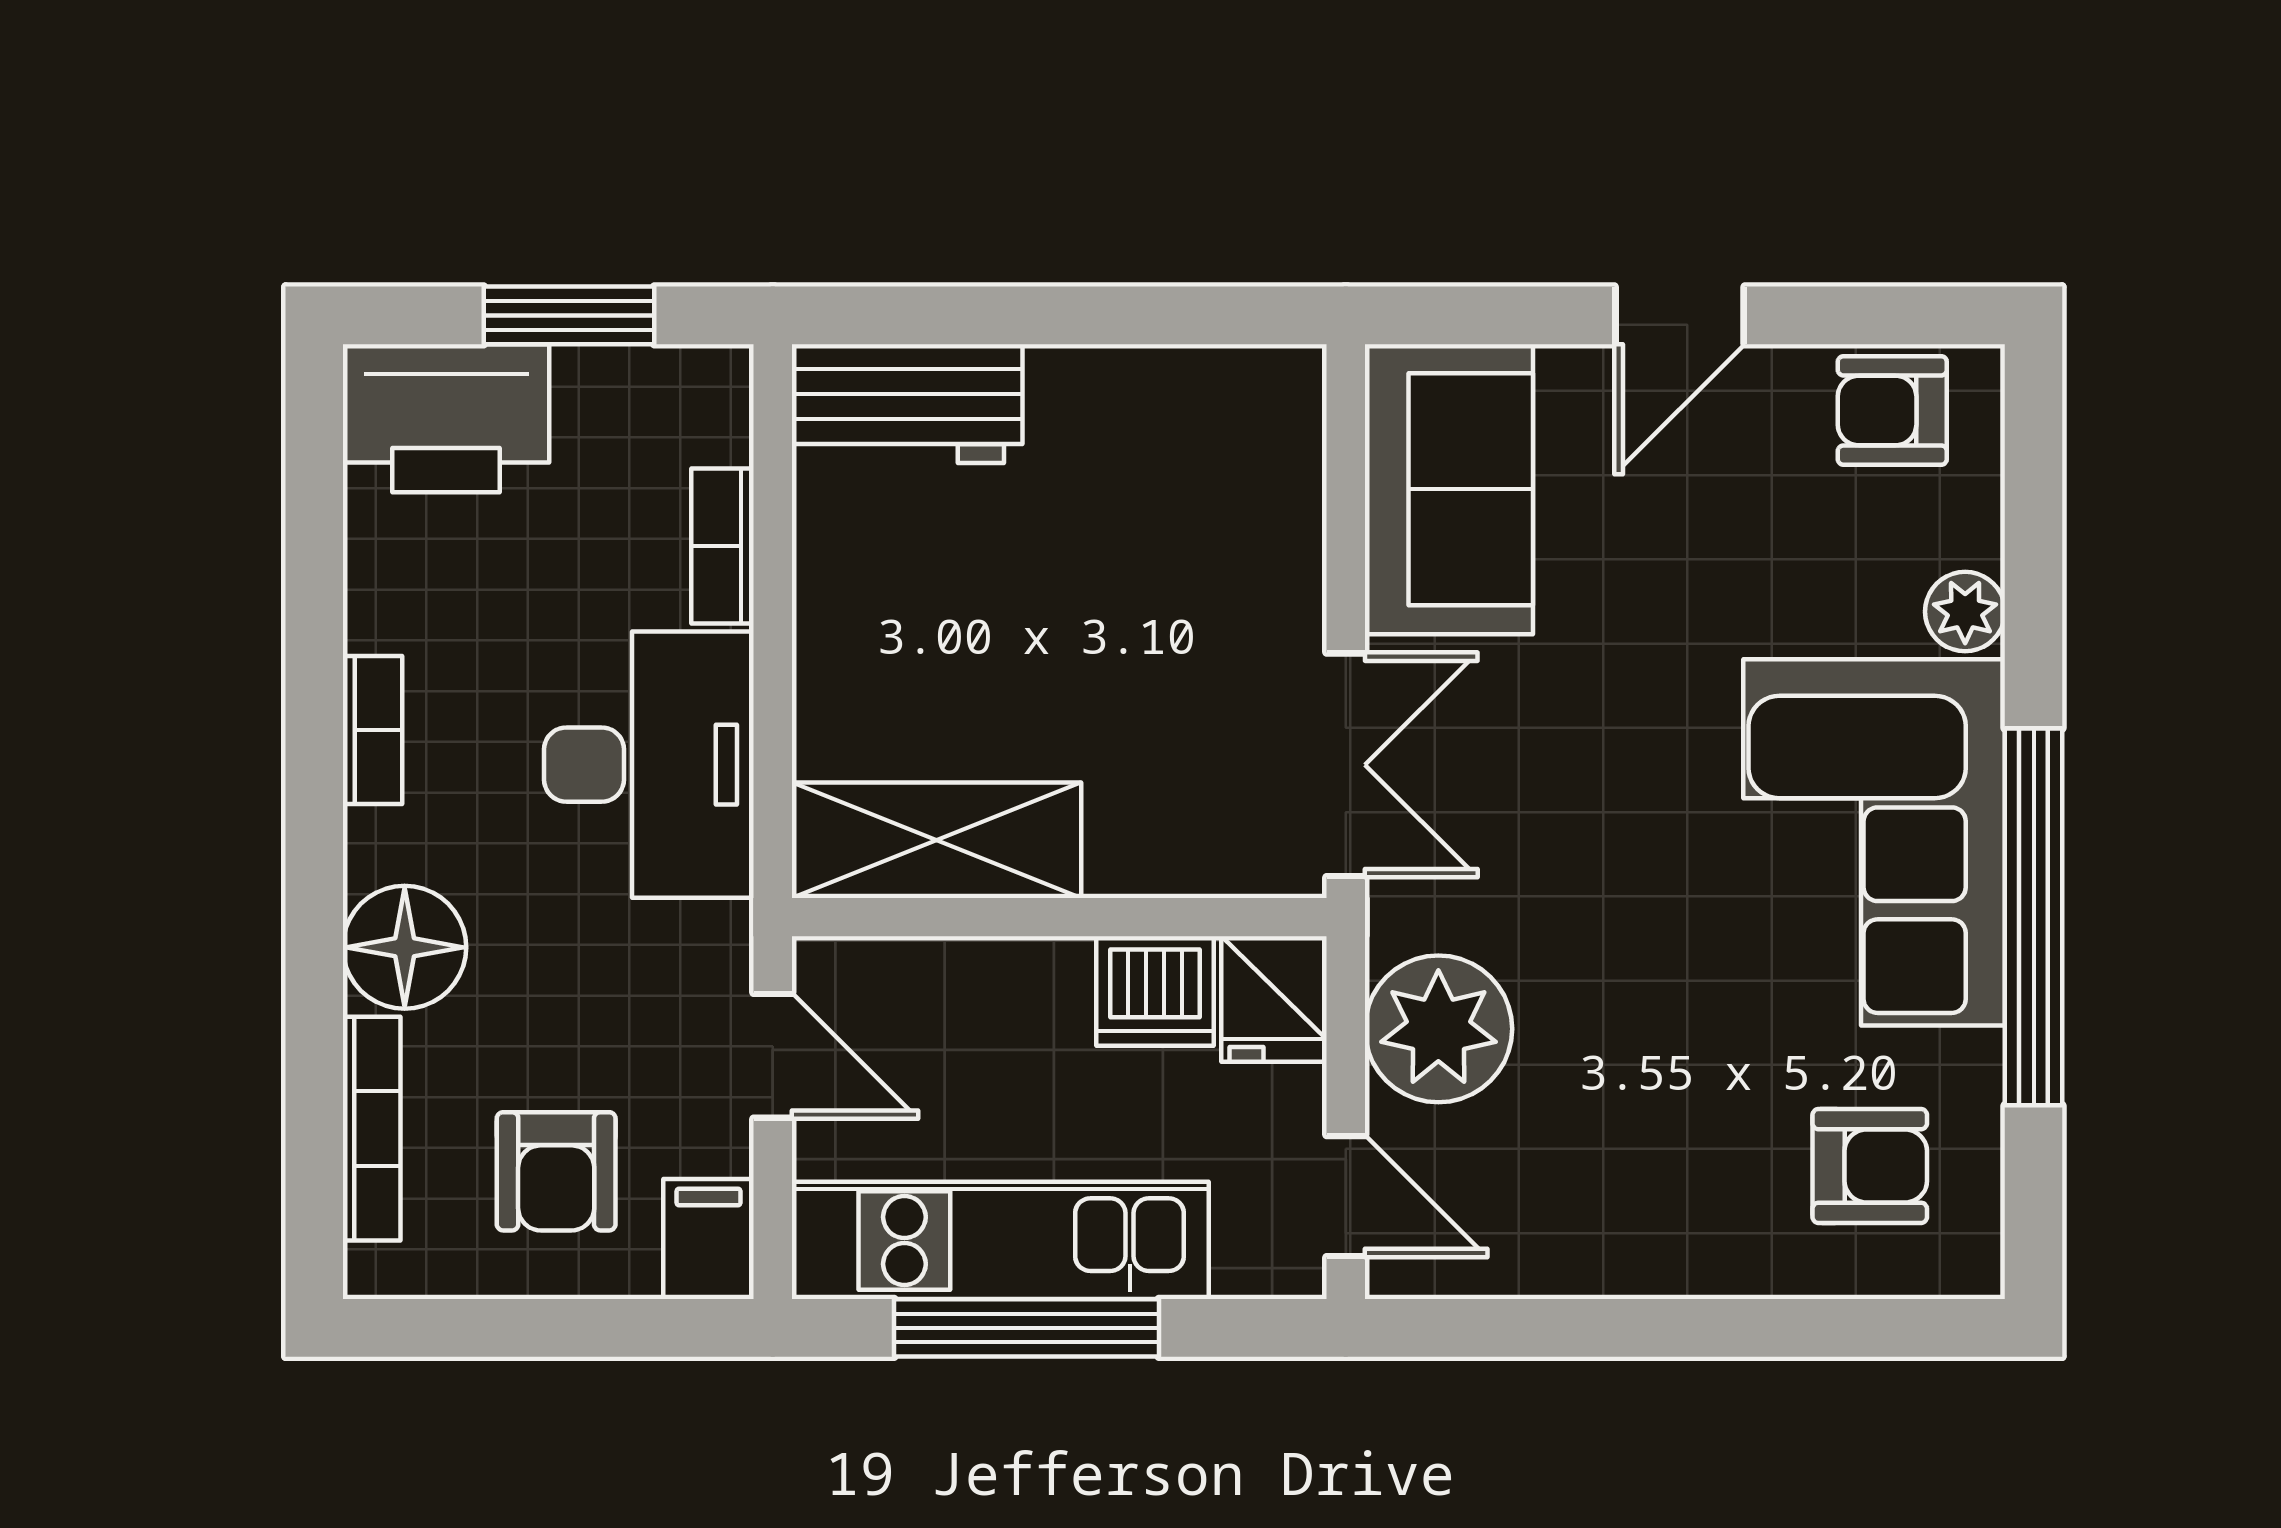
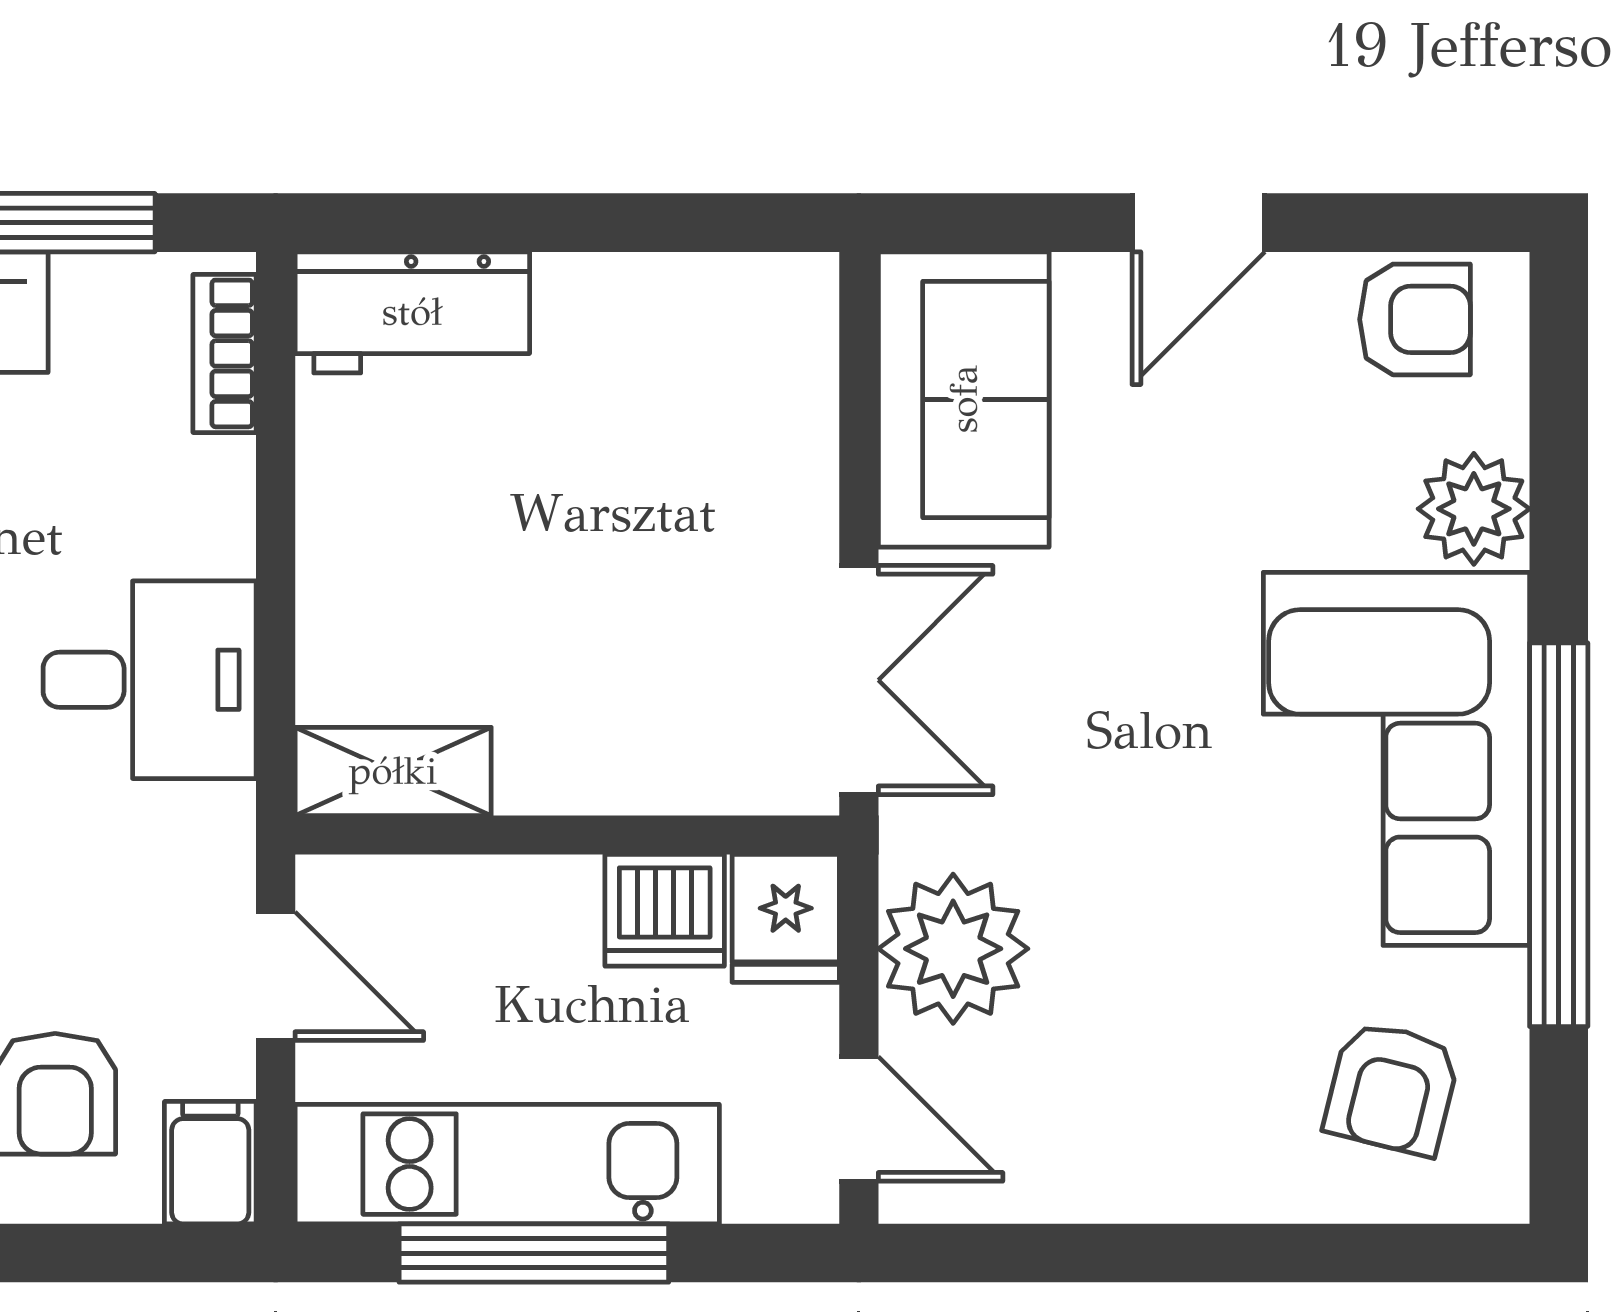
armchair: (1892, 410) -> (1415, 319), turned 180
bookcase: (723, 546) -> (225, 353), moved
plant: (1965, 612) -> (1474, 509), width x1.38, depth x1.38
desk: (649, 765) -> (150, 680), width x0.73
shelving: (936, 840) -> (393, 771), width x0.67, depth x0.75
armchair: (1870, 1166) -> (1392, 1088), turned 104

